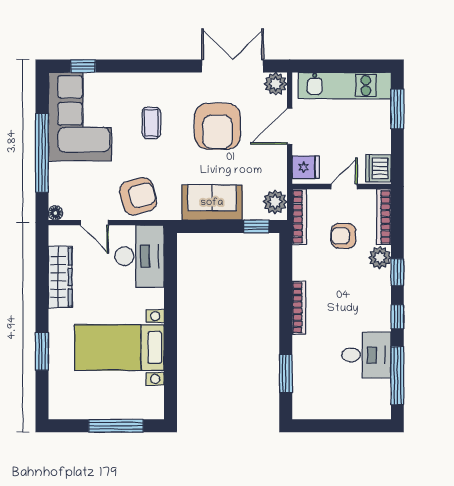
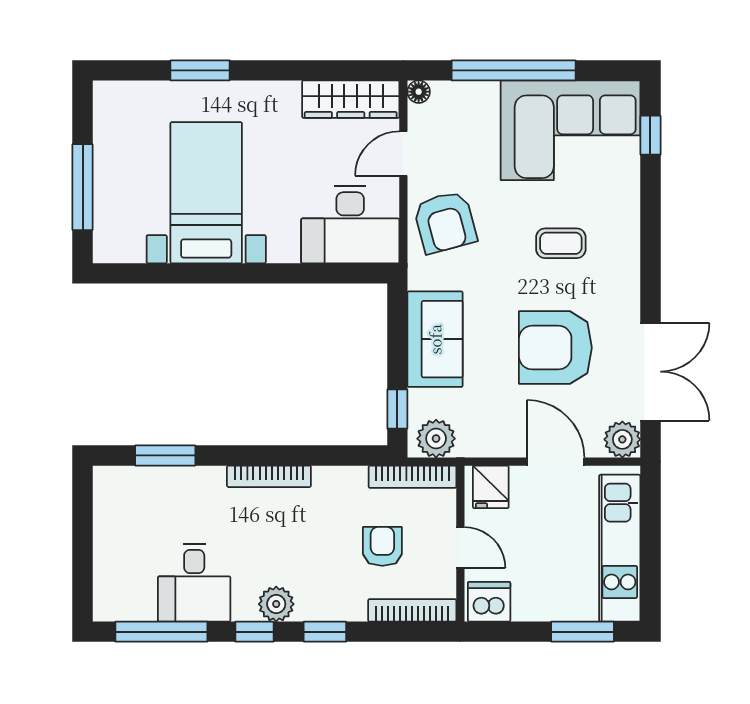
plant: (380, 258) -> (276, 604), moved
wardrobe: (60, 277) -> (351, 99), moved

